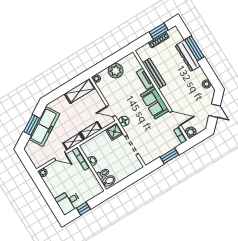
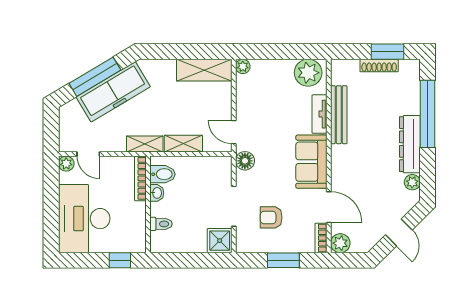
window: (194, 48) -> (428, 114), width x1.46
dresser: (188, 56) -> (410, 144), moved
plant: (116, 71) -> (308, 73), moved
window: (32, 125) -> (95, 77), width x1.44
shower: (114, 132) -> (220, 241), moved
armchair: (152, 140) -> (271, 217), added
door: (60, 156) -> (88, 154), moved
bidet: (109, 181) -> (162, 174), moved
desk: (68, 202) -> (84, 219), width x1.87, depth x1.30
window: (83, 209) -> (120, 260), moved

